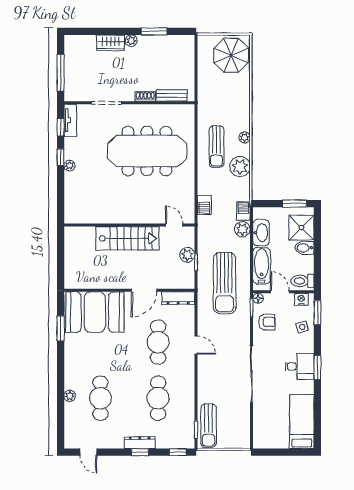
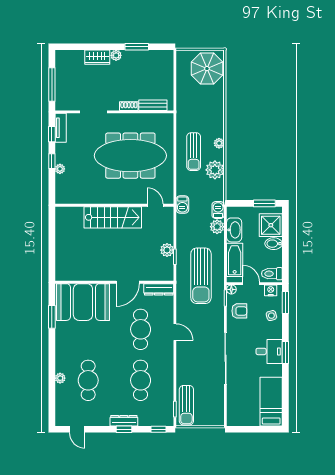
wall: (129, 225) -> (114, 205), moved
door: (174, 225) -> (155, 205), moved
stairs: (127, 238) -> (113, 217), moved

